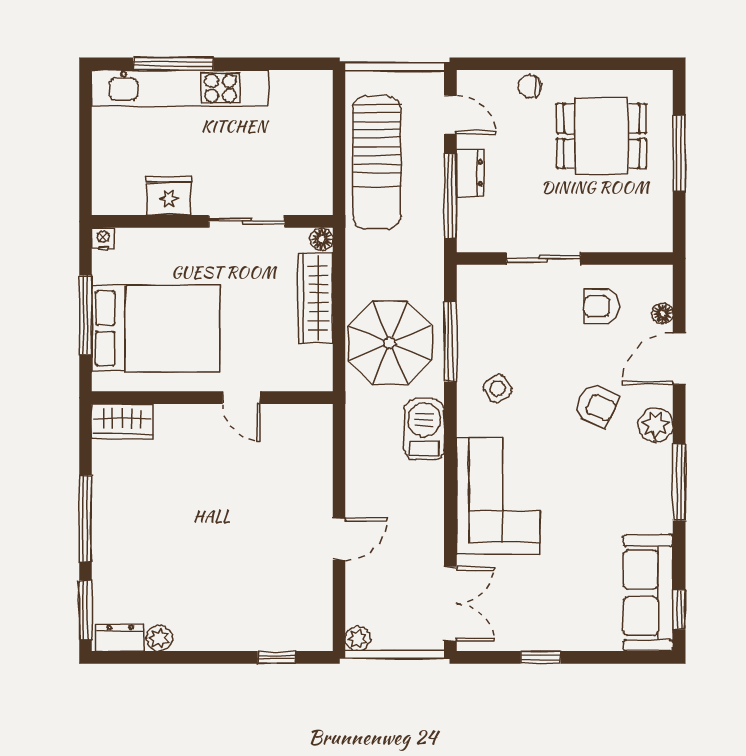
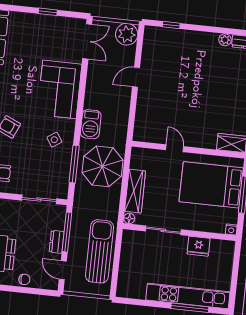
sliding door: (543, 259) -> (39, 199), moved
double door: (450, 604) -> (87, 41), swing flipped
plant: (358, 639) -> (127, 34), width x1.88, depth x1.88

